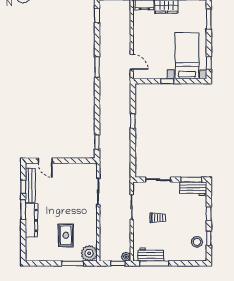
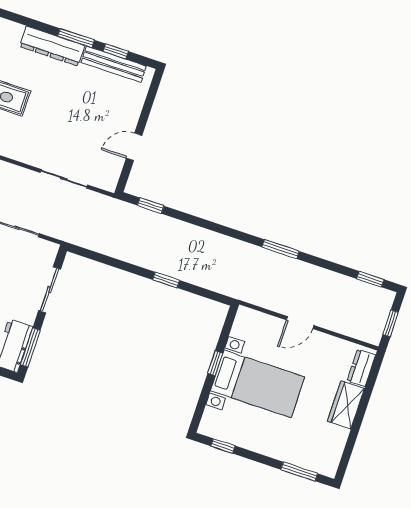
bed with nightstands: (187, 56) -> (257, 384), moved
door: (132, 62) -> (300, 323), moved
door: (45, 161) -> (134, 147), moved

